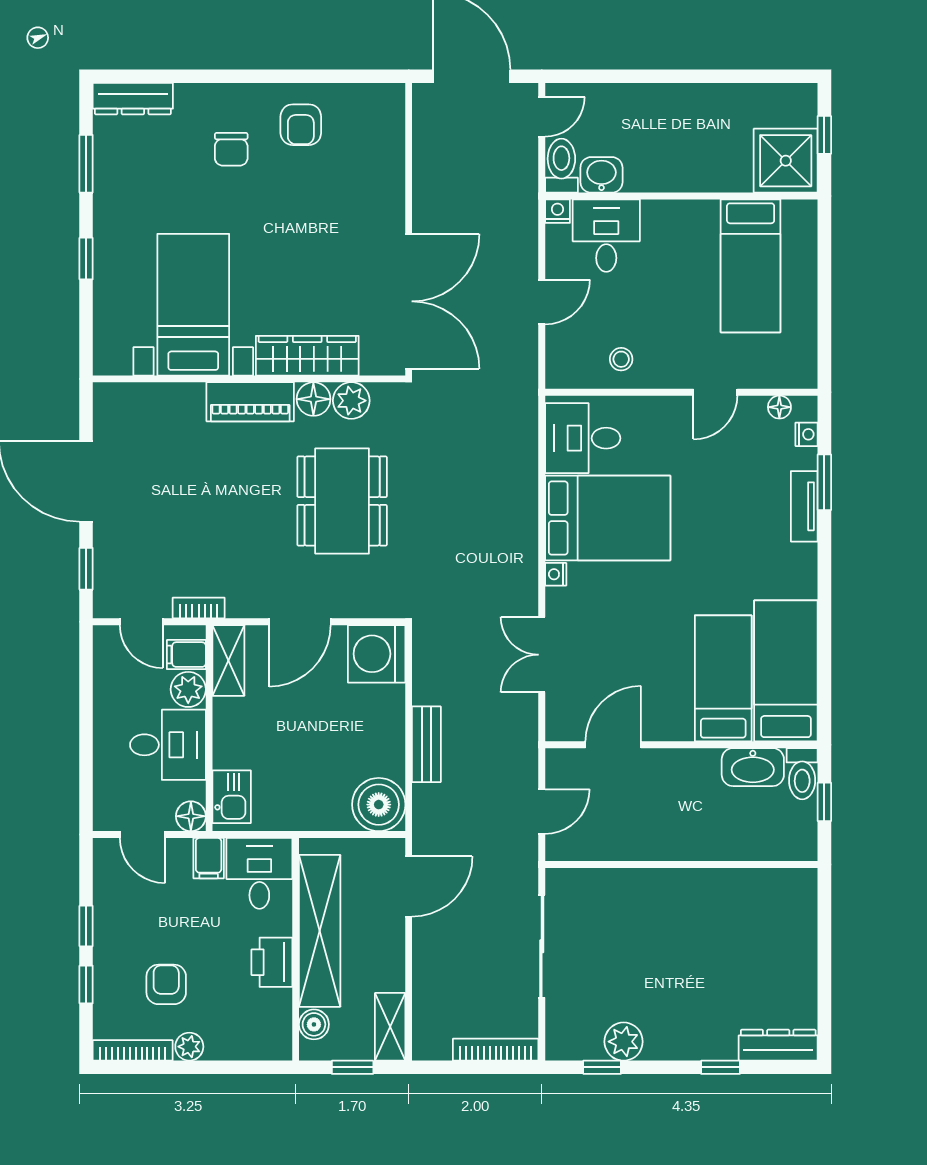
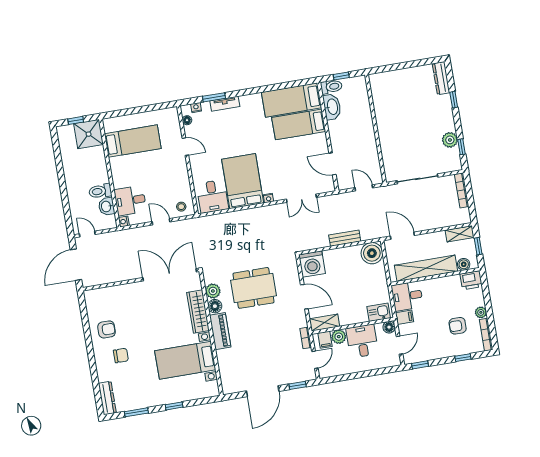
toilet: (561, 166) -> (100, 191), moved
stool: (621, 359) -> (181, 207), moved
window: (86, 926) -> (420, 365), moved
printer: (272, 962) -> (471, 280), moved

